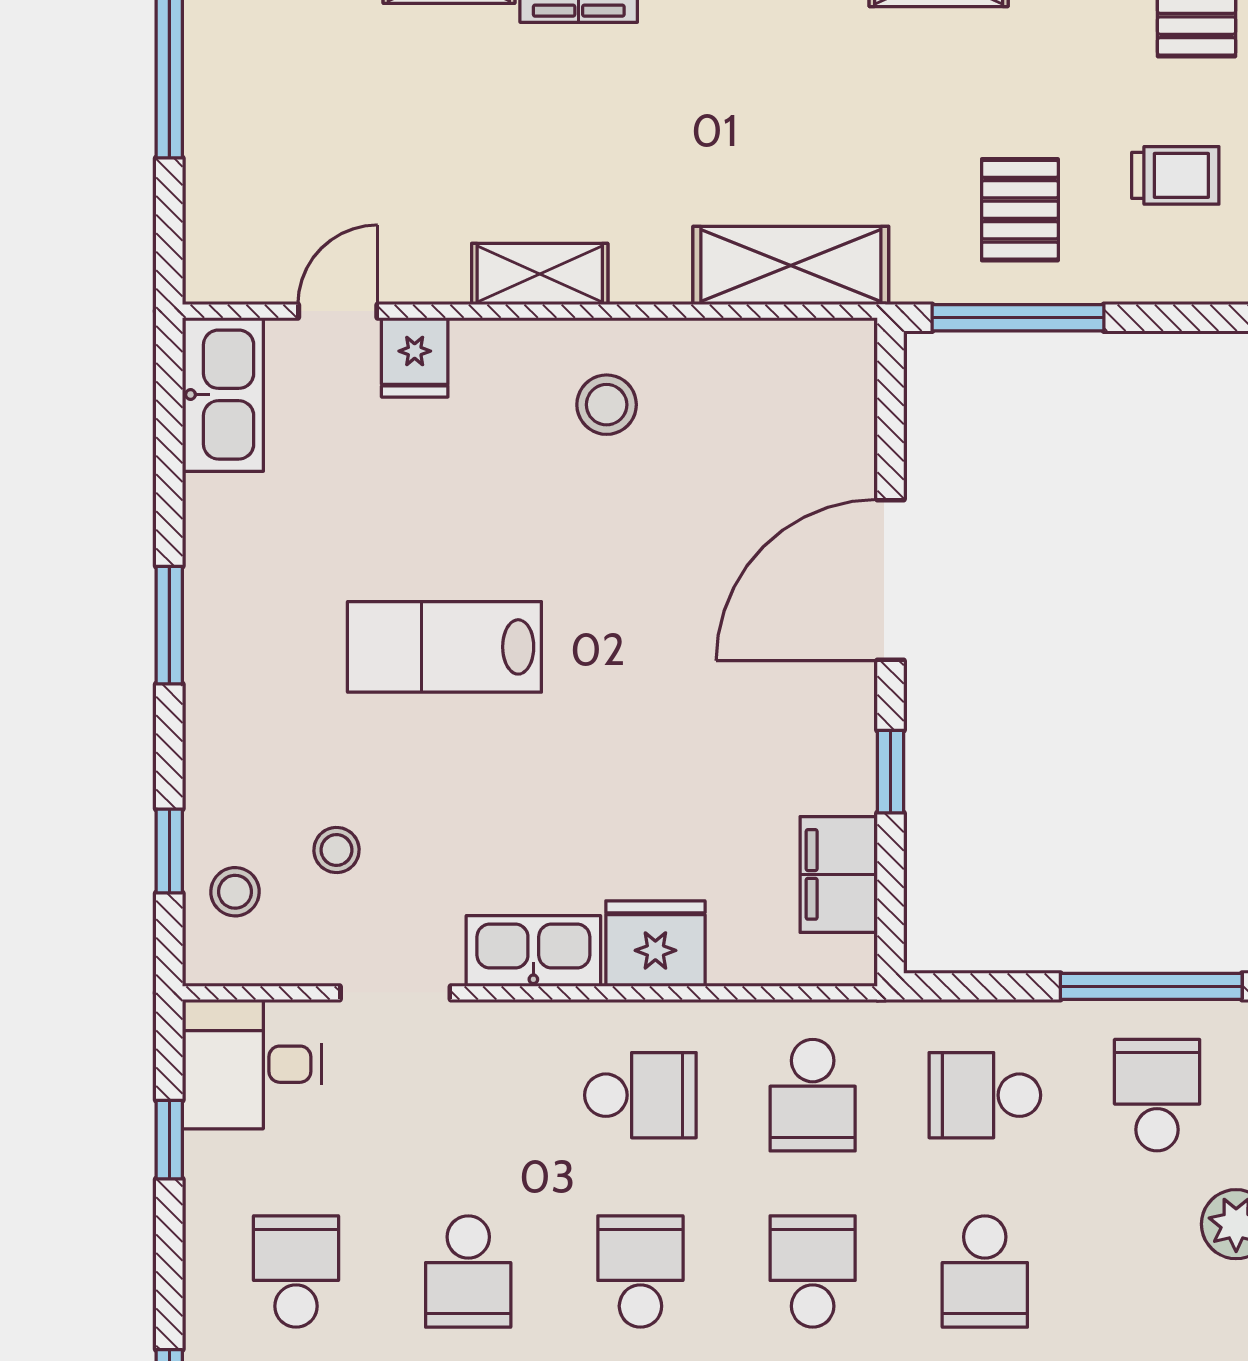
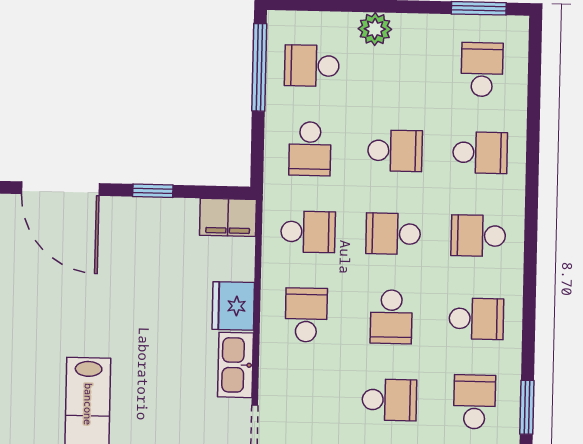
filing cabinet: (839, 874) -> (228, 217), moved
school desk: (640, 1272) -> (391, 317), turned -90

